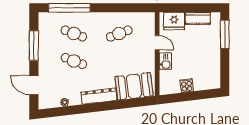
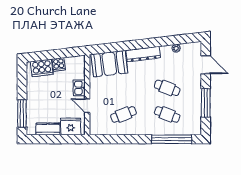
cooker: (204, 82) -> (42, 68), added

